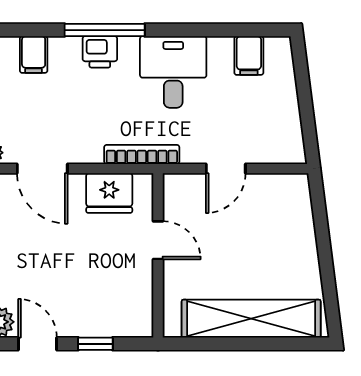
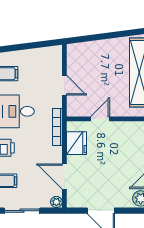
door: (42, 169) -> (64, 177), swing flipped

